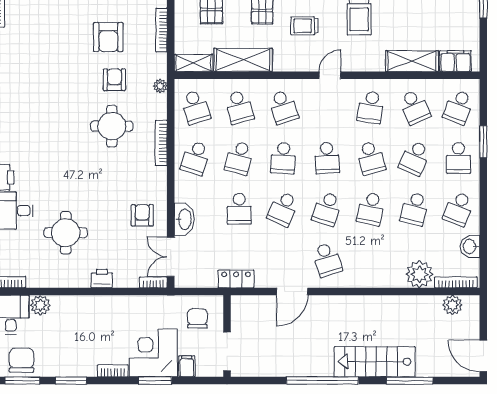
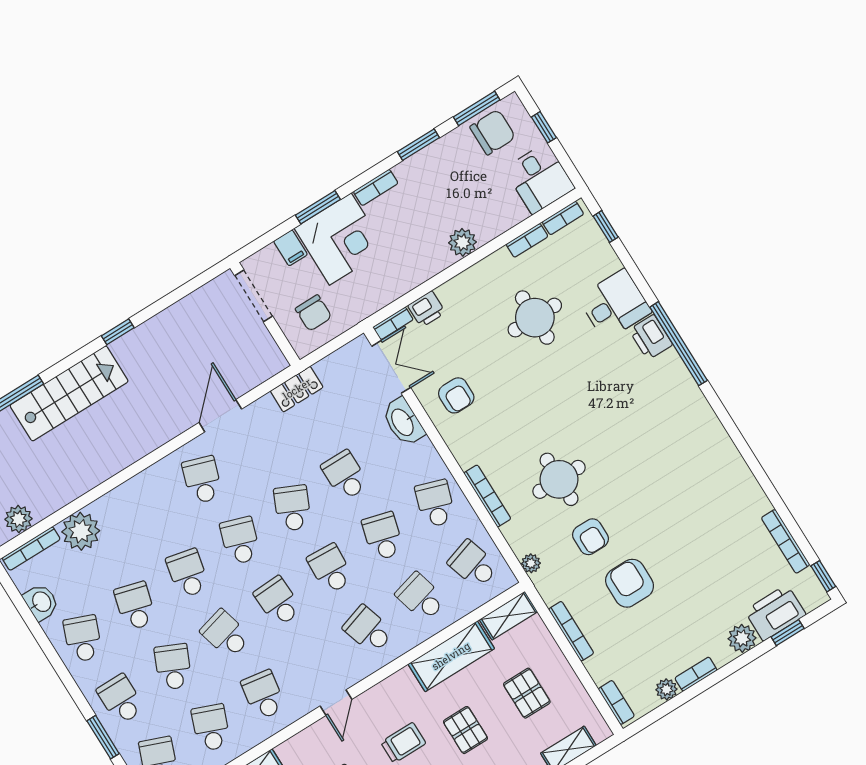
school desk: (415, 107) -> (211, 728), turned 45
school desk: (327, 260) -> (202, 480), turned 36
printer: (102, 278) -> (426, 309), moved
bookcase: (41, 282) -> (527, 240), added
plant: (40, 305) -> (462, 242), moved
chair: (22, 360) -> (493, 132), turned -90
window: (322, 381) -> (118, 332), width x0.32

